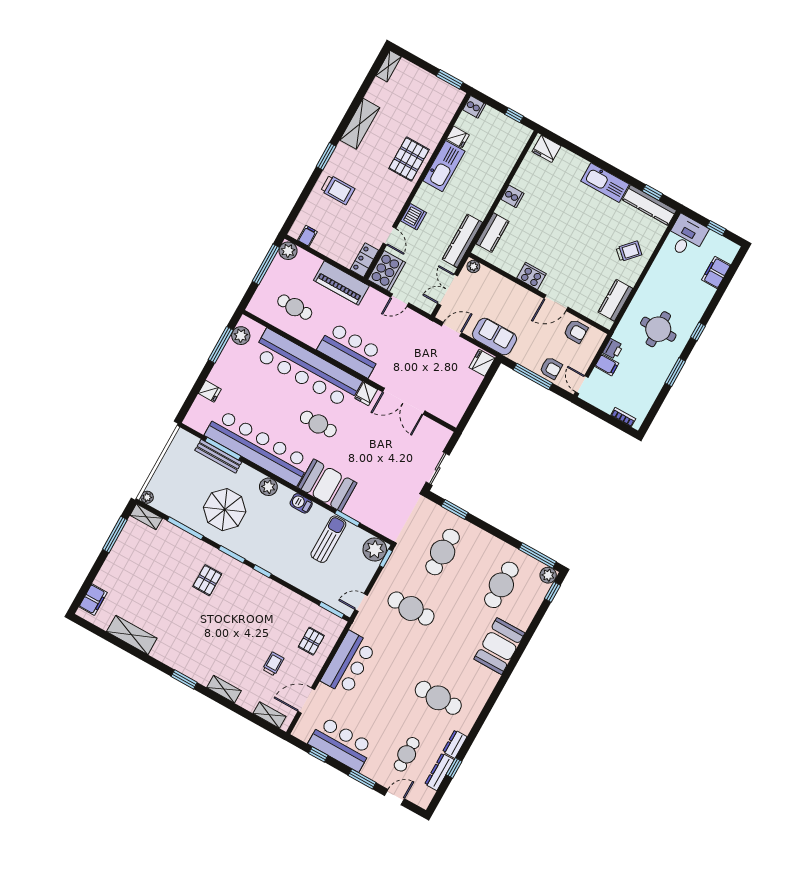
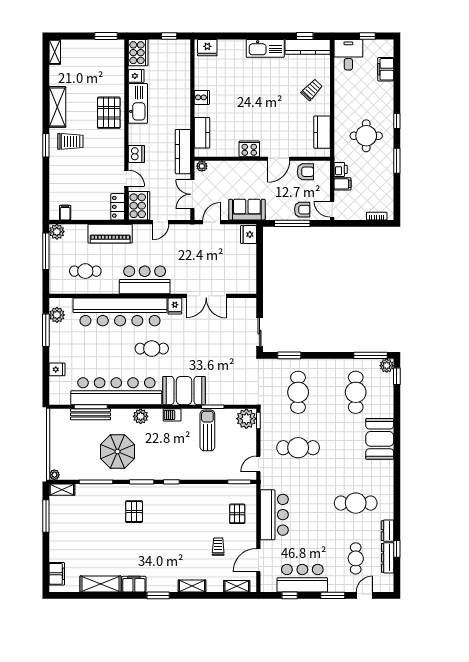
cooker: (474, 107) -> (138, 53), width x1.87, depth x1.31
trolley: (338, 190) -> (70, 141), moved
filing cabinet: (166, 654) -> (134, 584), added

